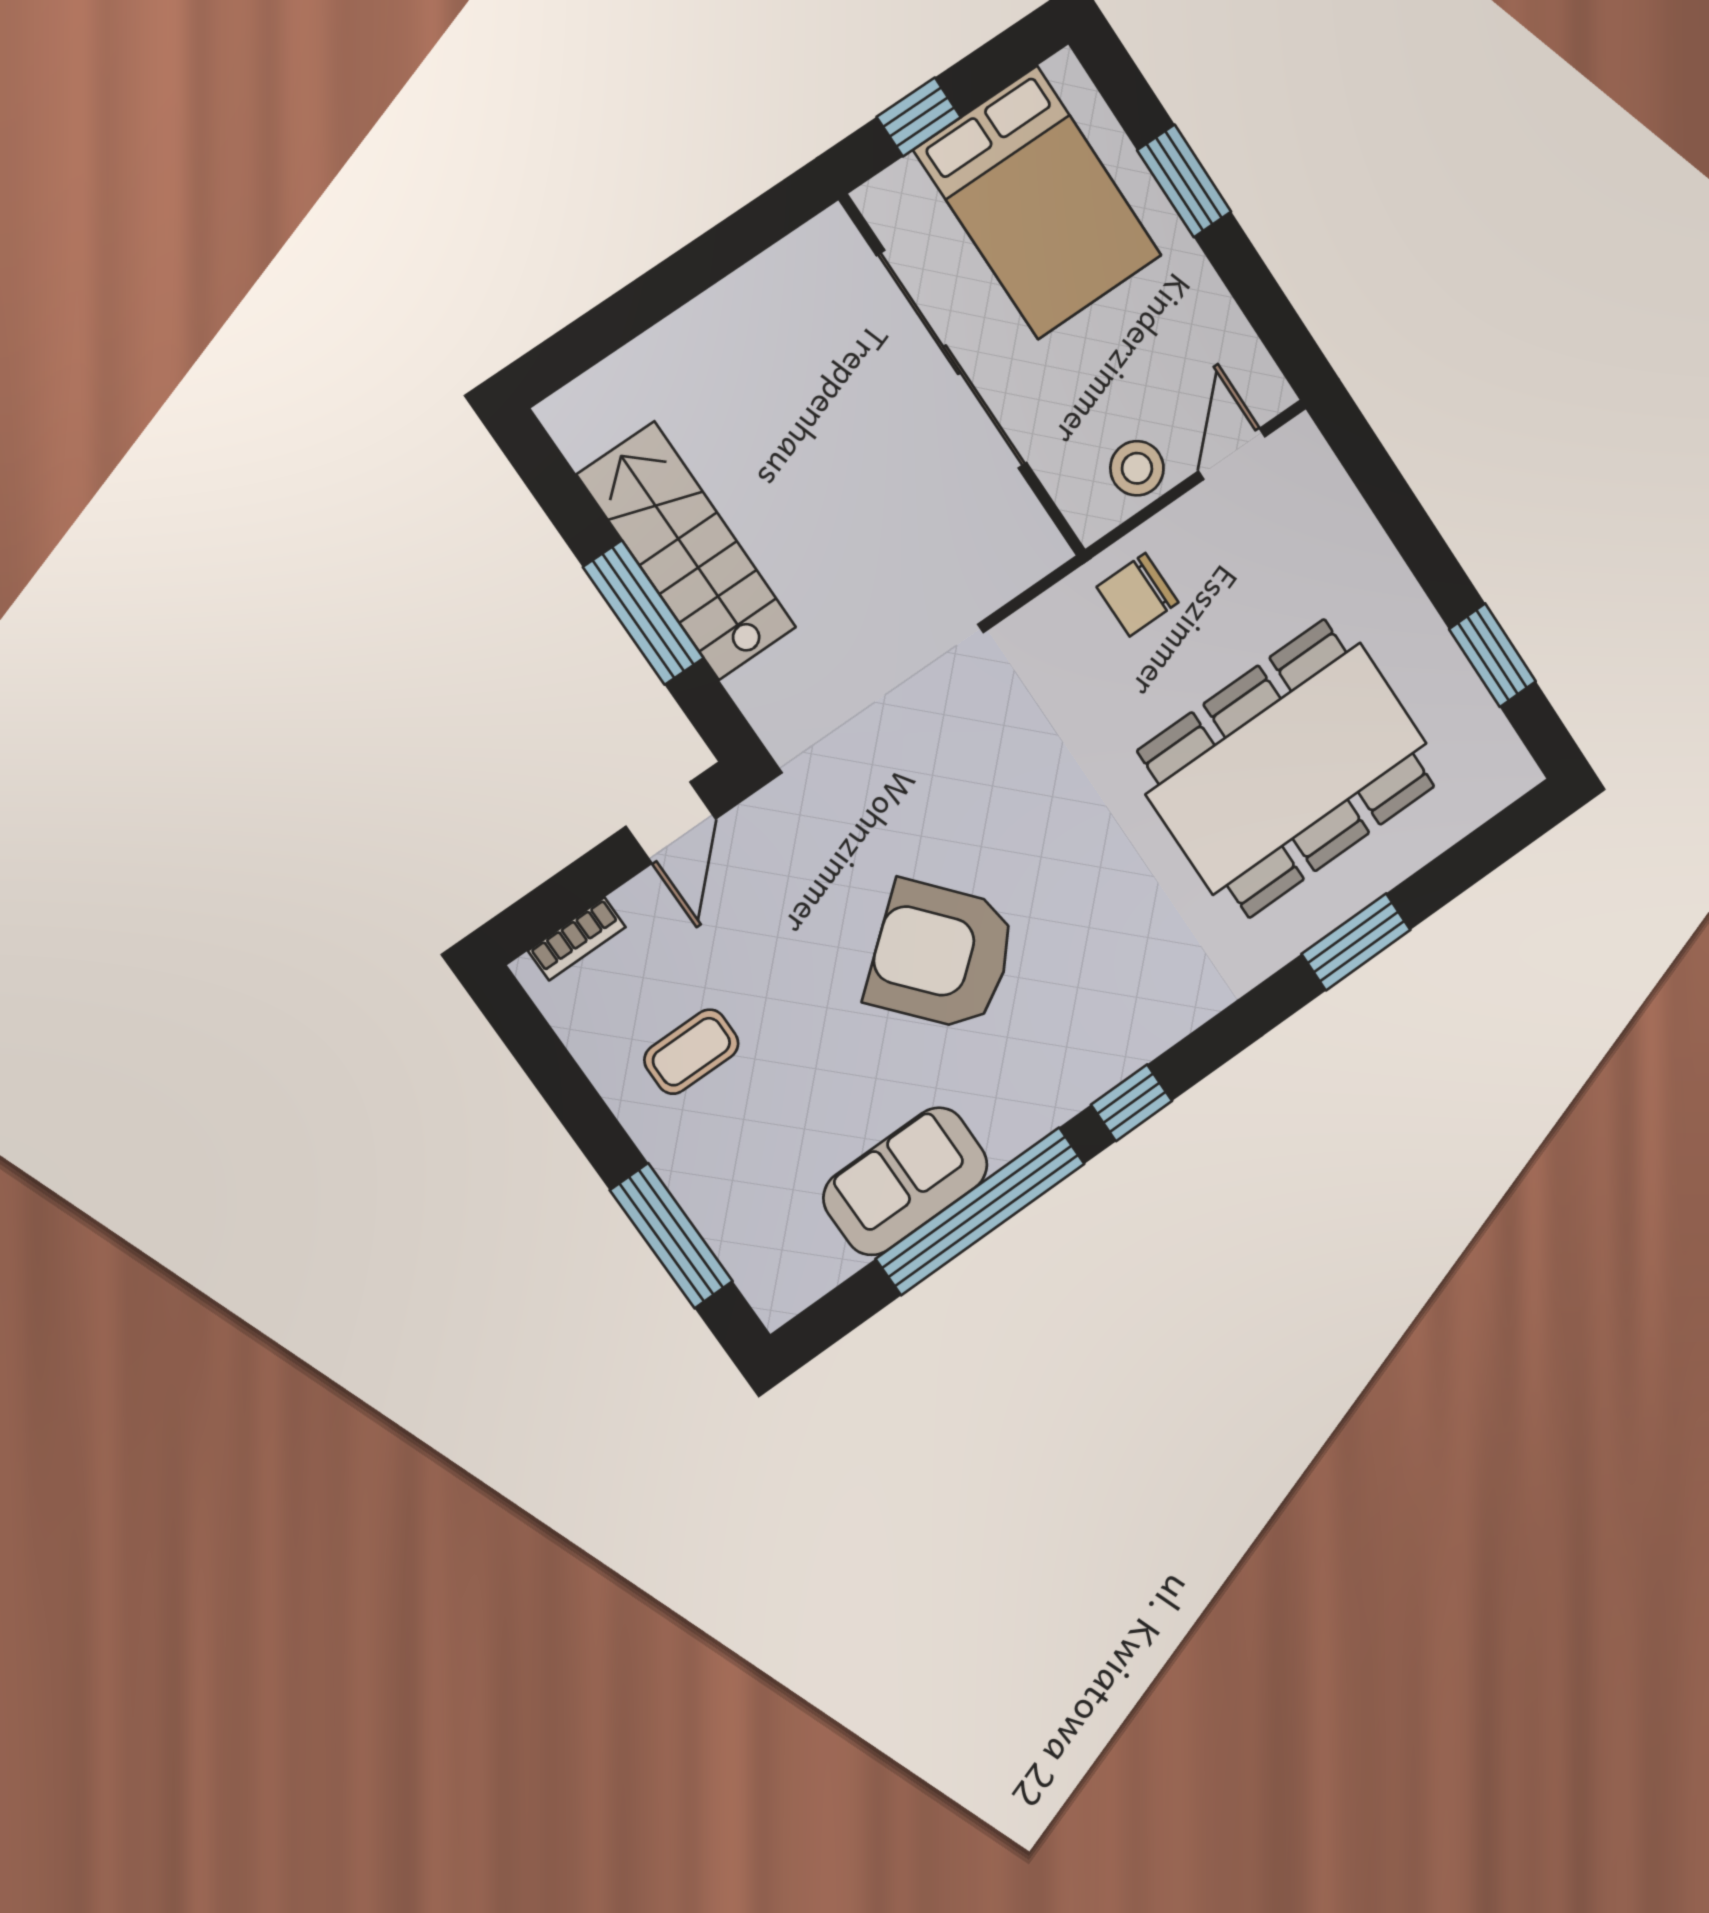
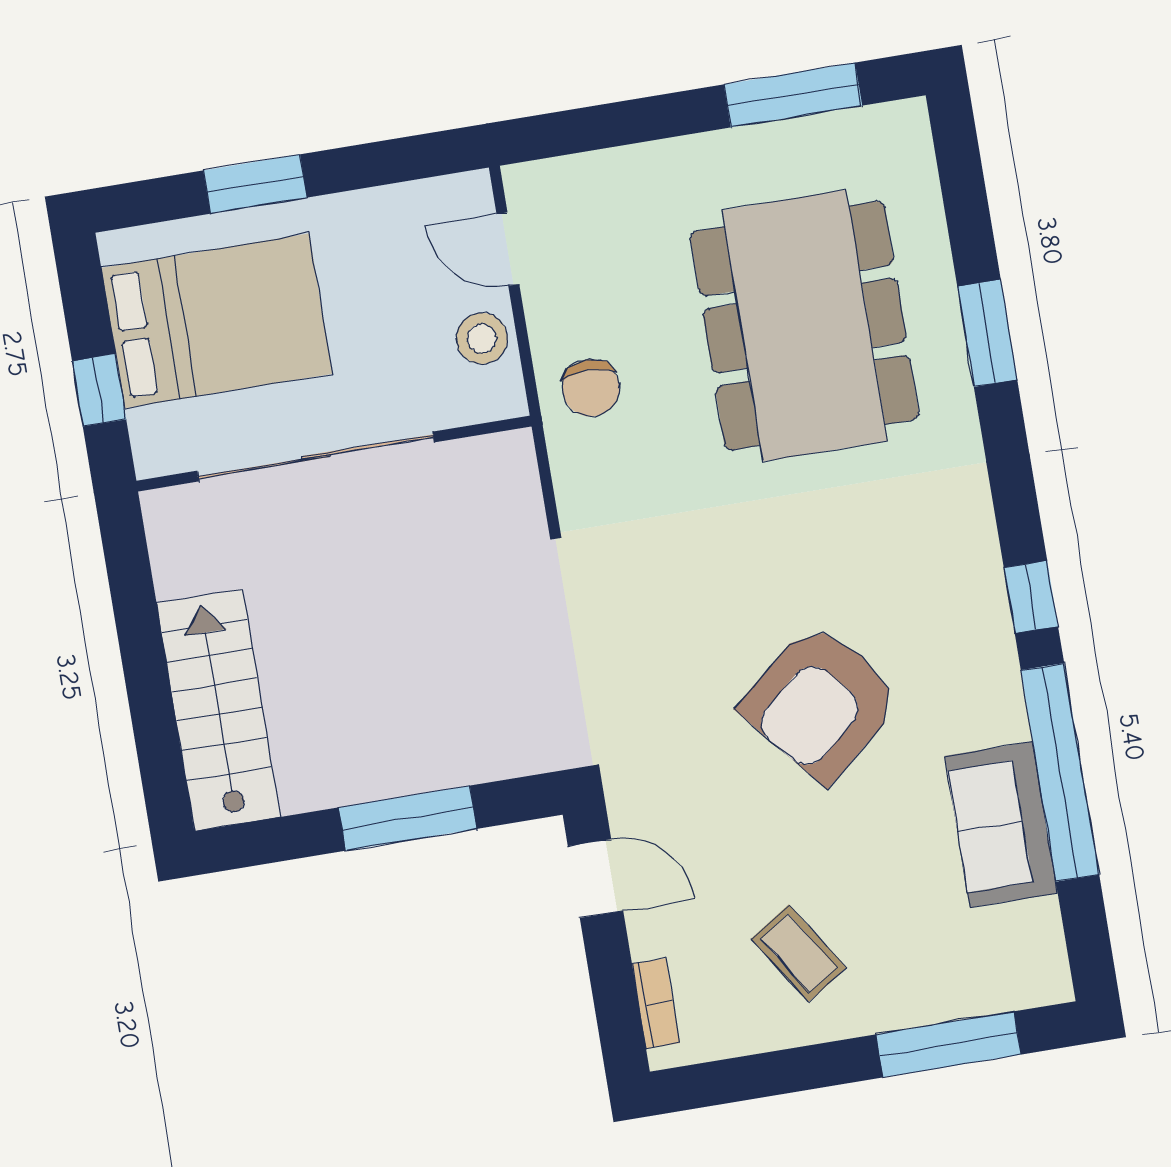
stairs: (687, 551) -> (218, 710), moved, turned 90
window: (1493, 655) -> (793, 95), width x1.44
coffee table: (691, 1052) -> (799, 953), turned -33

